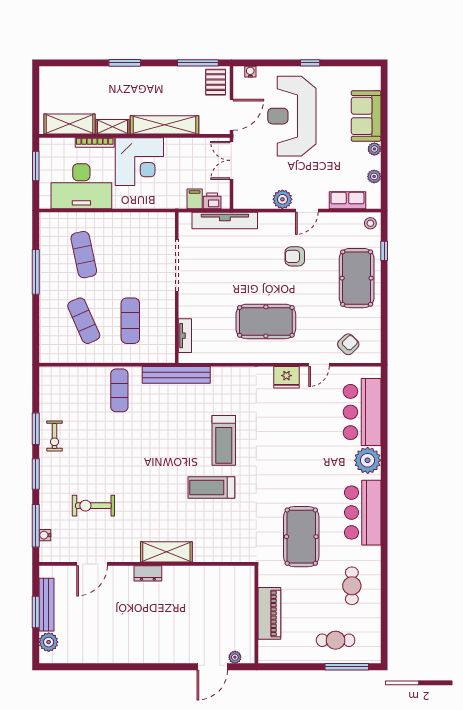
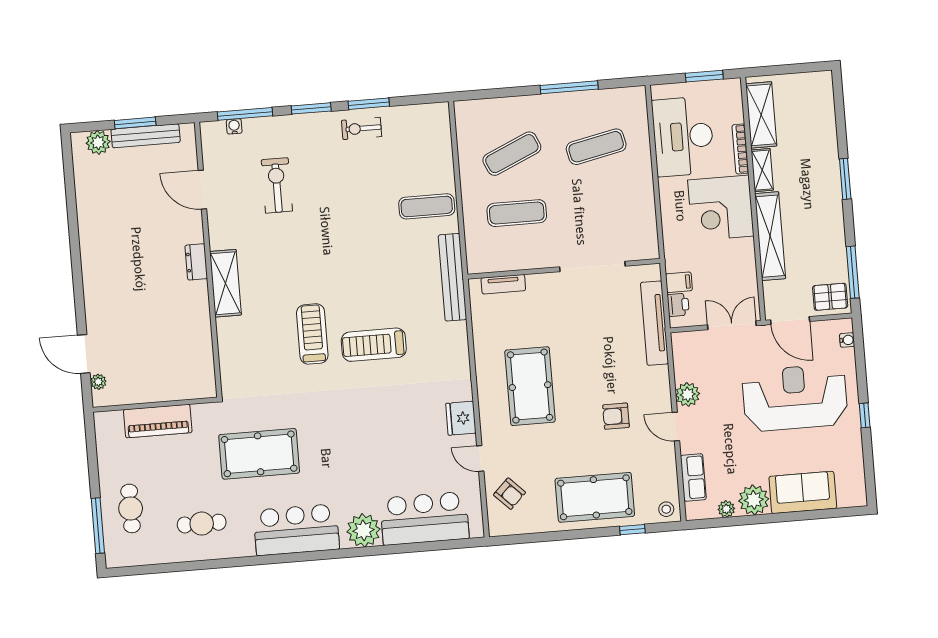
plant: (374, 149) -> (754, 500), width x1.88, depth x1.88
armchair: (295, 256) -> (616, 416), turned -90

